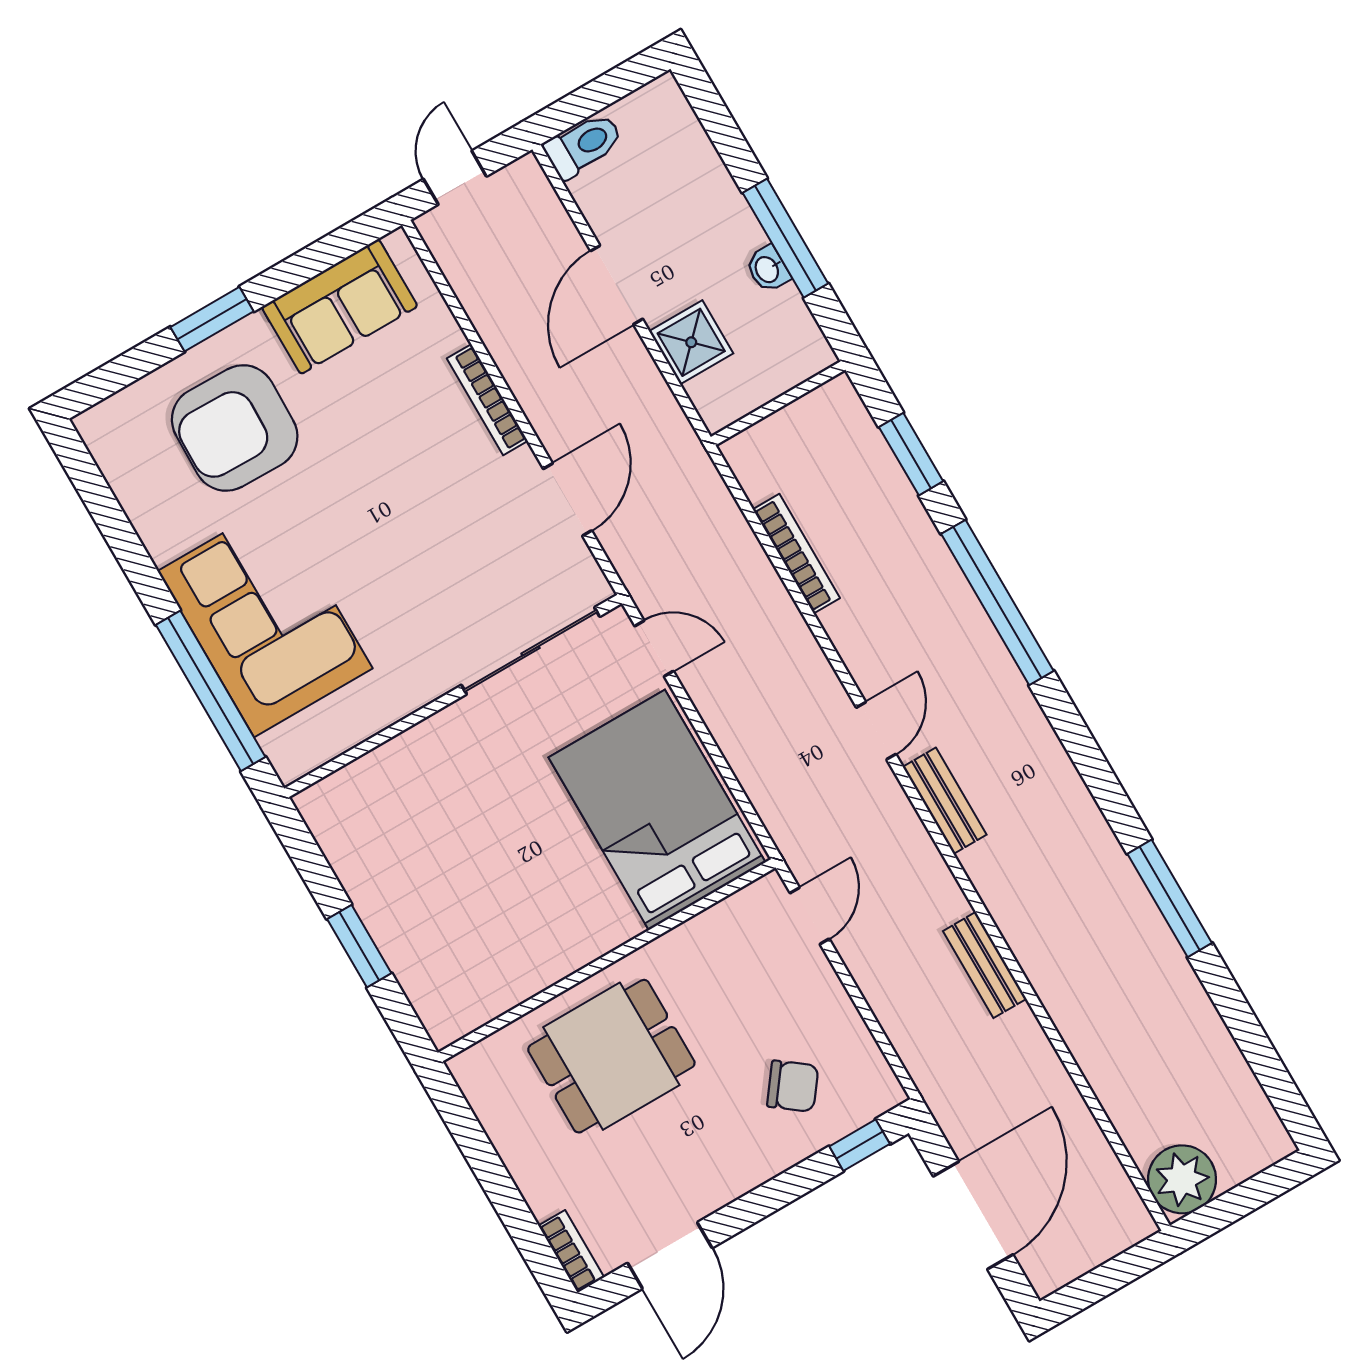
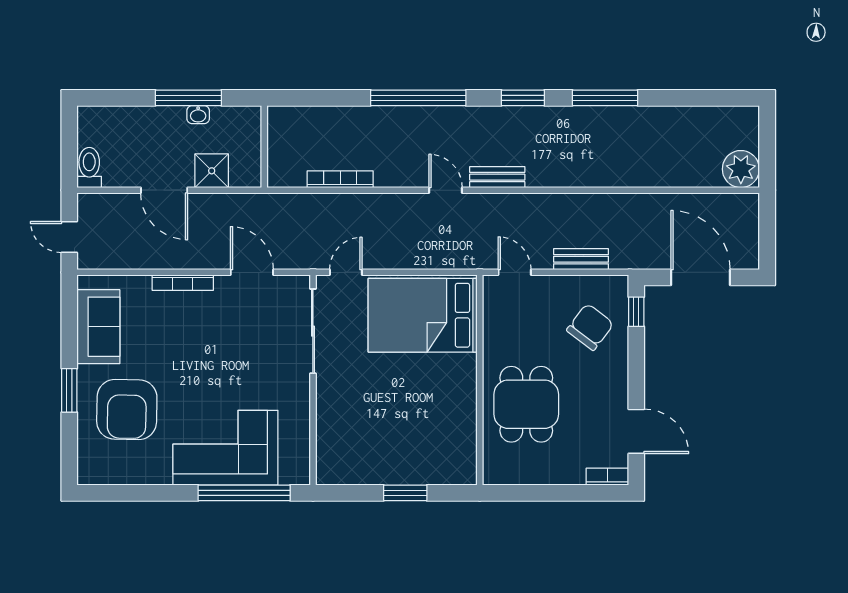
window: (911, 454) -> (523, 98), moved
bench: (985, 965) -> (581, 259), moved
chair: (793, 1086) -> (590, 327), width x1.37, depth x1.37

